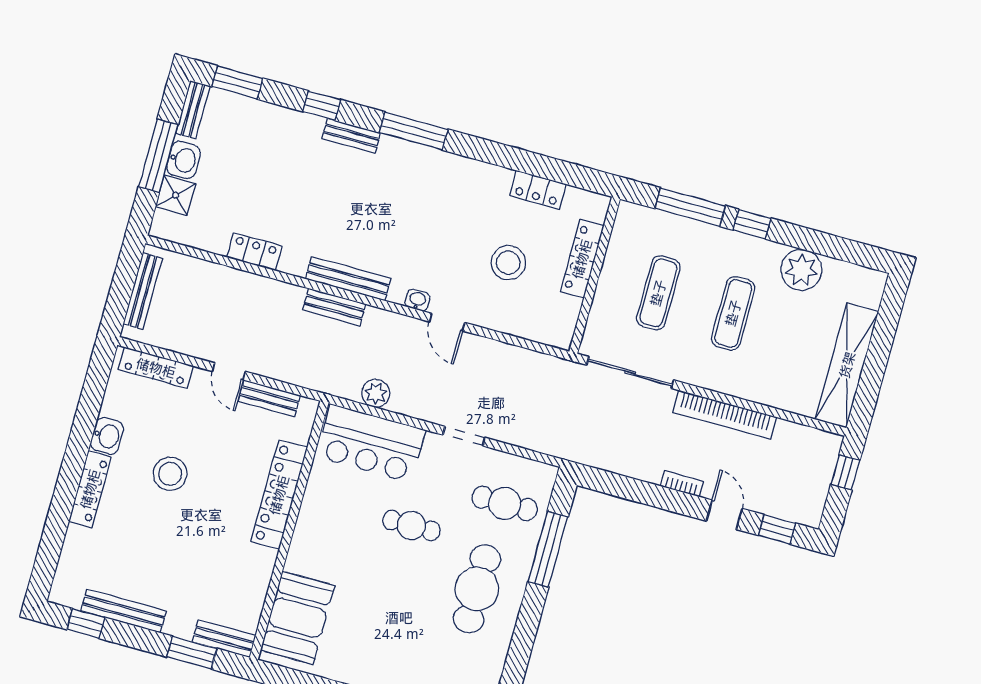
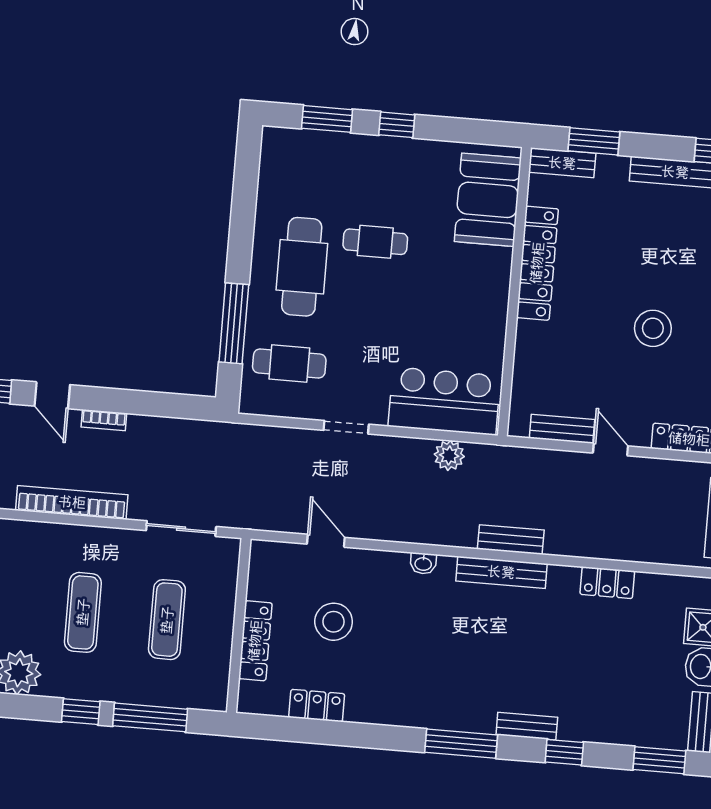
door: (447, 322) -> (326, 541), moved
sliding door: (630, 373) -> (181, 529), width x0.73
locker: (279, 495) -> (537, 263), moved
cafe table: (411, 526) -> (375, 242), moved

